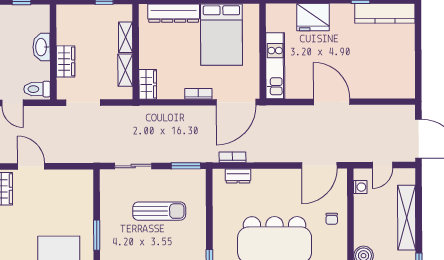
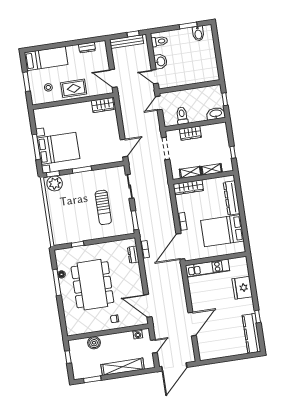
washbasin: (42, 47) -> (216, 114), moved
wardrobe: (148, 84) -> (188, 187), width x1.50
toilet: (37, 89) -> (182, 116), moved
door: (236, 102) -> (180, 246), hinge flipped
door: (332, 102) -> (192, 324), moved
door: (382, 165) -> (154, 346), swing flipped
door: (31, 166) -> (124, 148), moved

